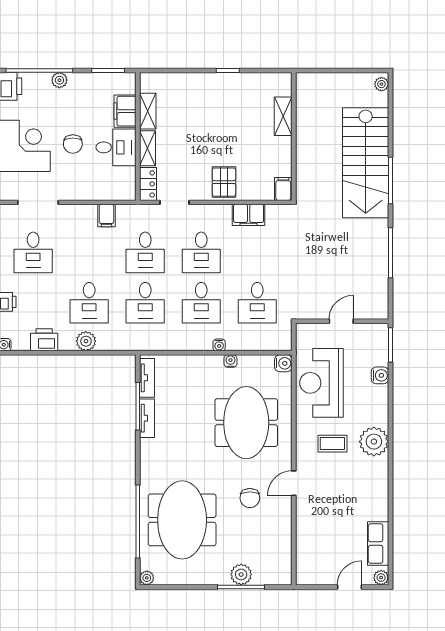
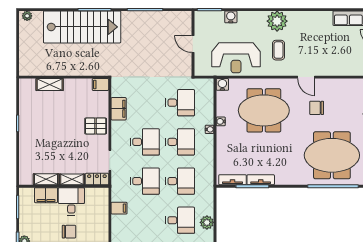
chair: (250, 498) -> (317, 108), turned 180

